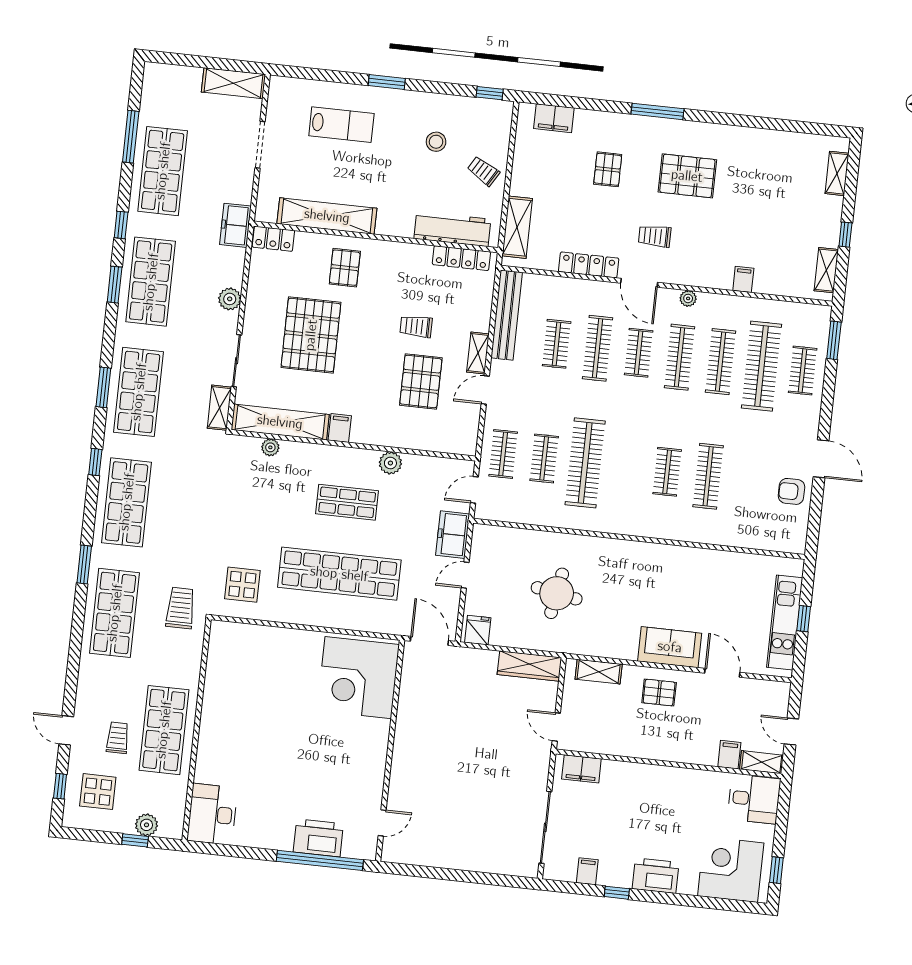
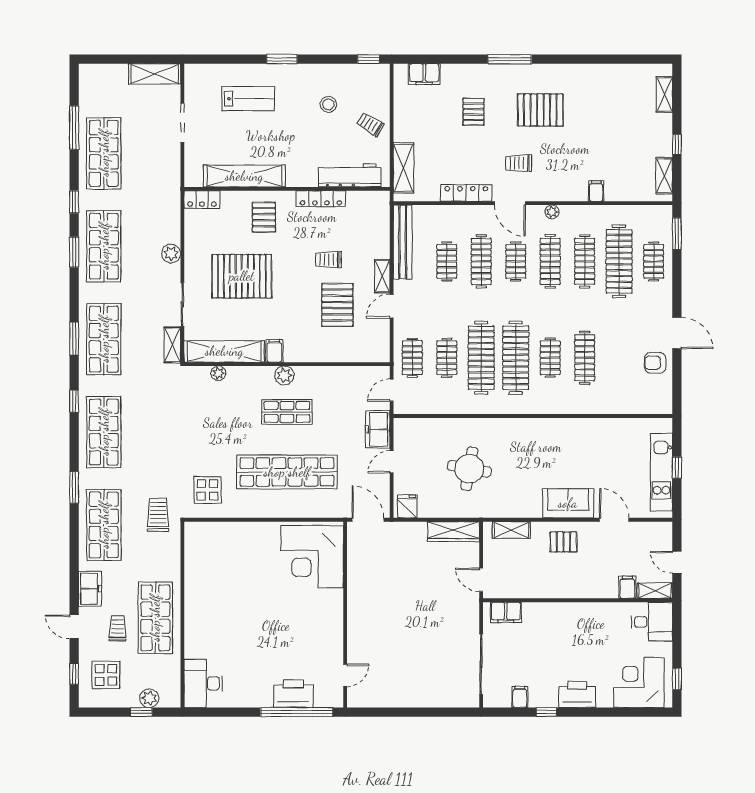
freezer: (235, 225) -> (90, 589), moved, turned 180
locker: (461, 258) -> (321, 199), moved
pallet: (311, 335) -> (242, 276), turned 90
plant: (390, 463) -> (284, 375), moved
clothes rail: (626, 467) -> (516, 358), added

